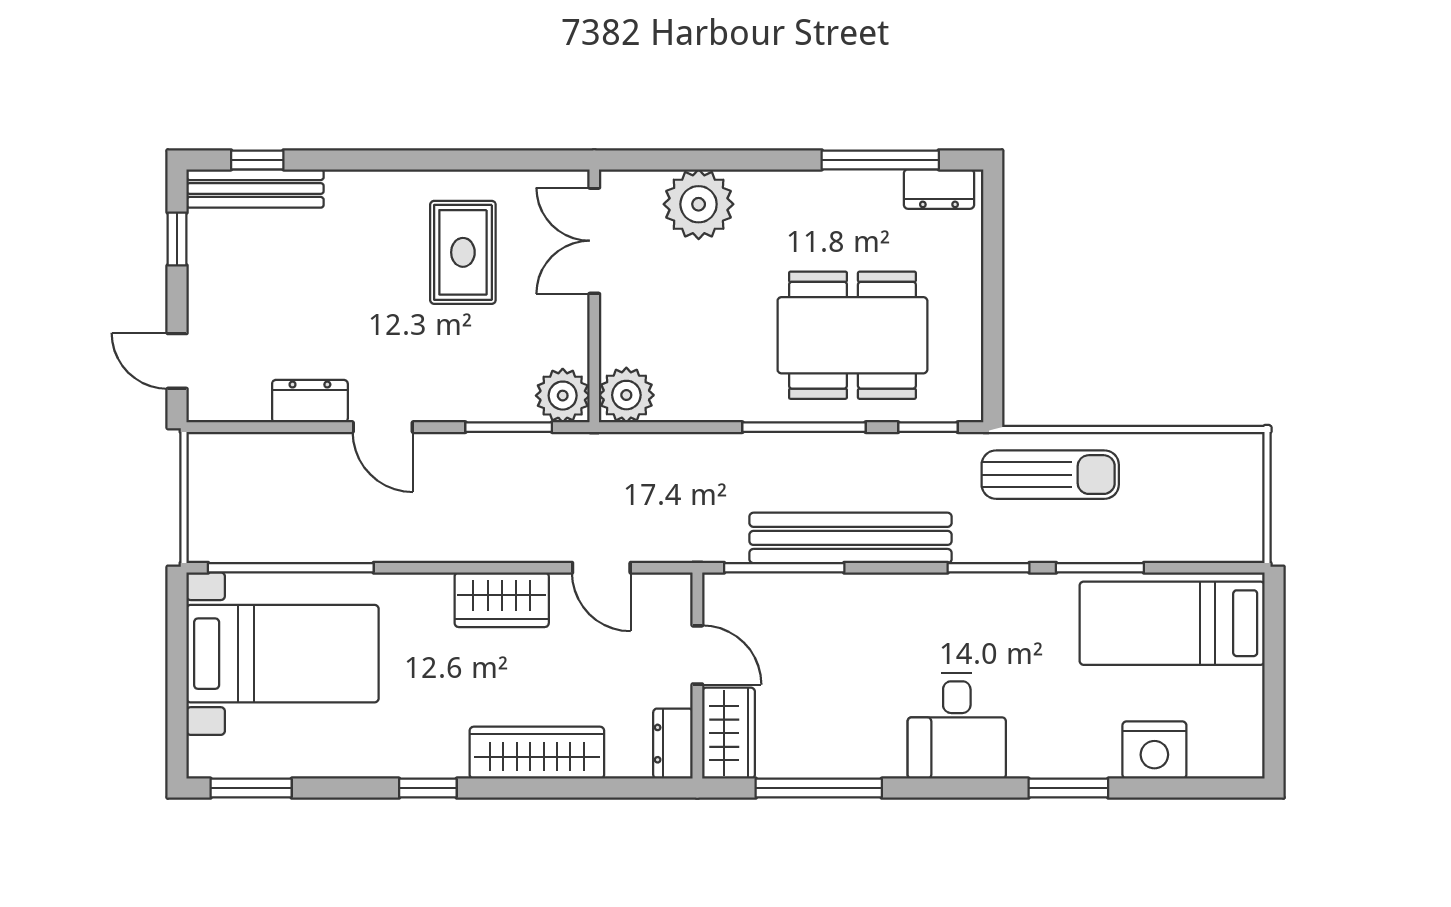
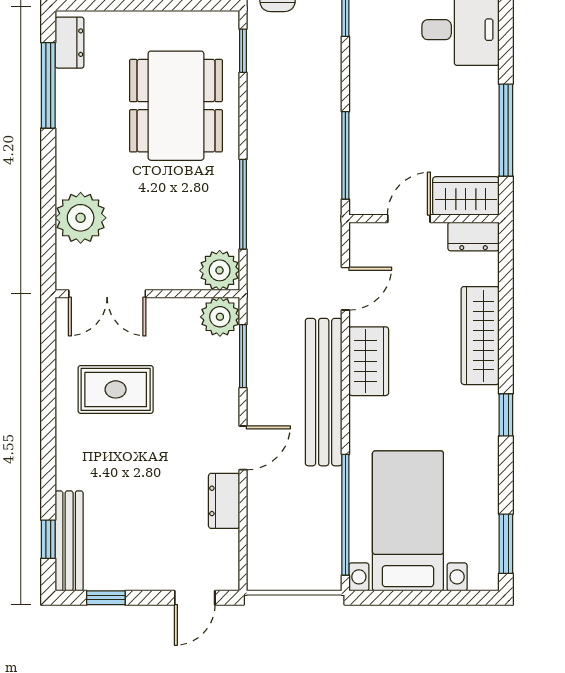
window: (804, 427) -> (243, 204), moved
bench: (851, 538) -> (324, 392), moved

